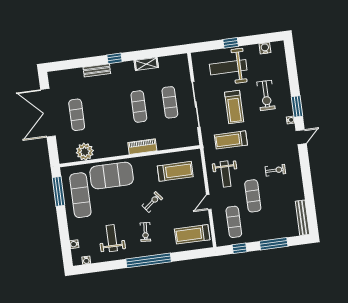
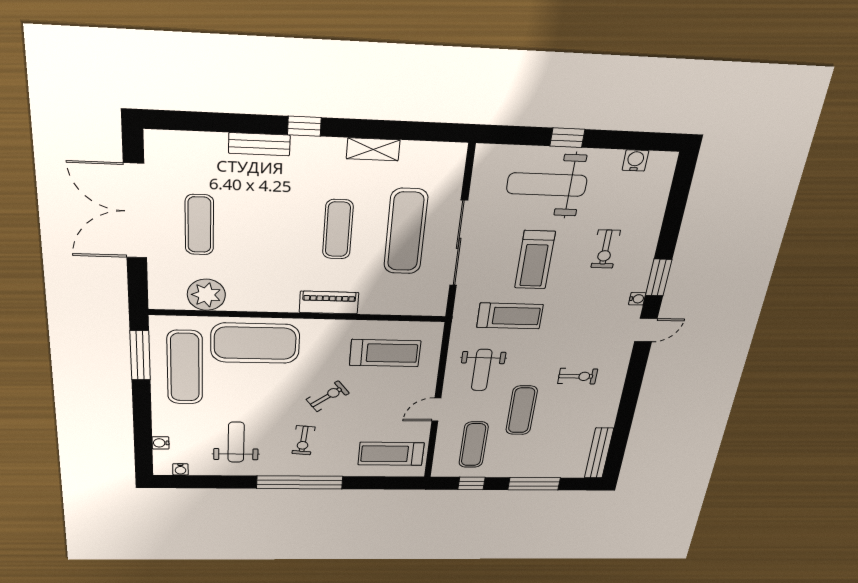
exercise bike: (266, 95) -> (606, 249), width x0.73, depth x0.72
exercise mat: (170, 102) -> (406, 232), width x1.36, depth x1.45
treadmill: (231, 140) -> (510, 316), turned 180

